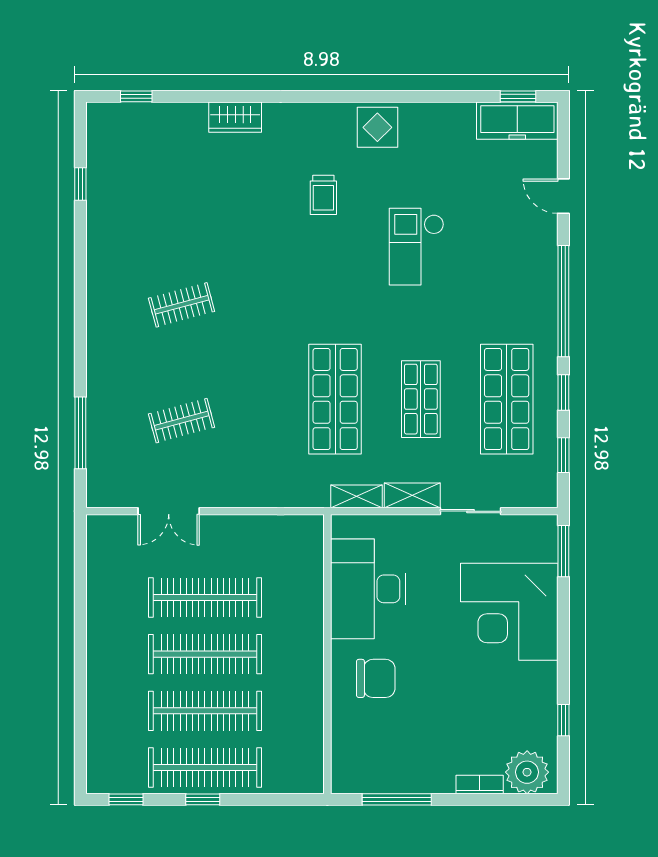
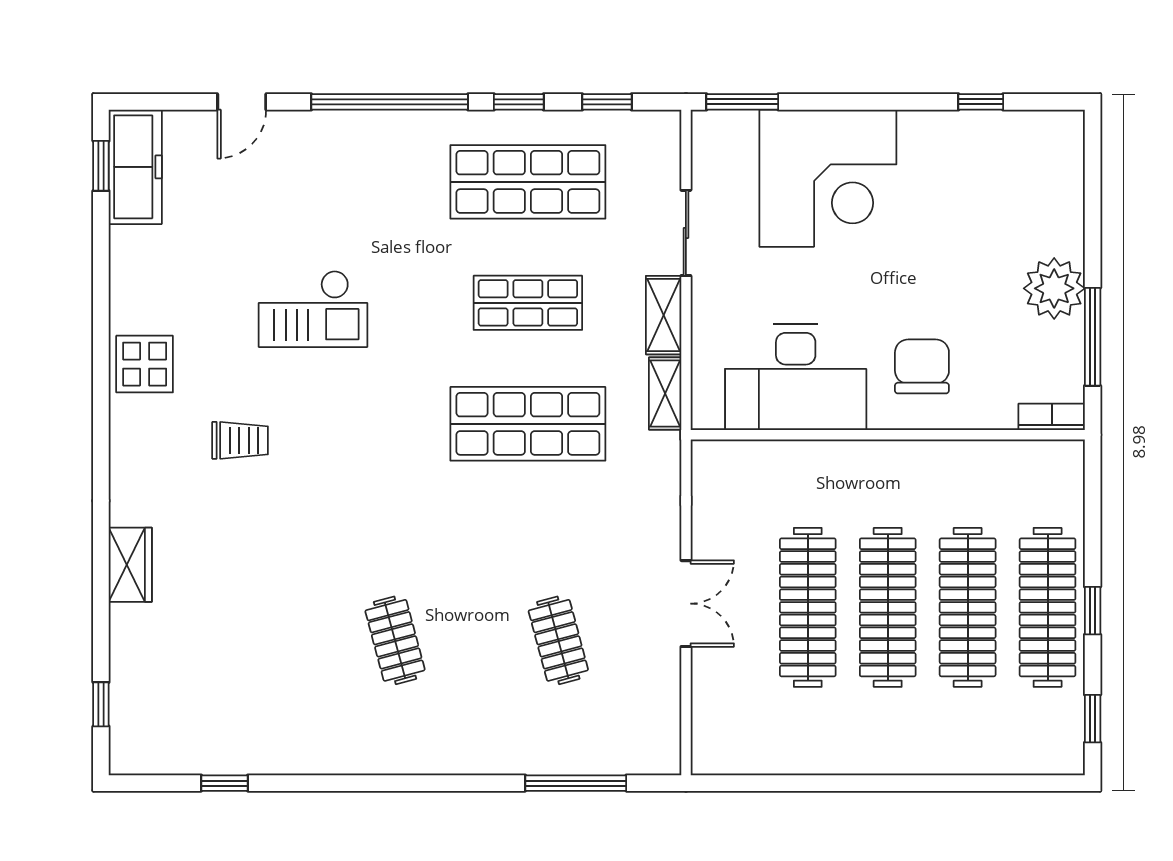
double door: (169, 511) -> (686, 604), moved
plant: (527, 772) -> (1054, 288), moved
bookcase: (480, 784) -> (1052, 417), moved, turned 90

